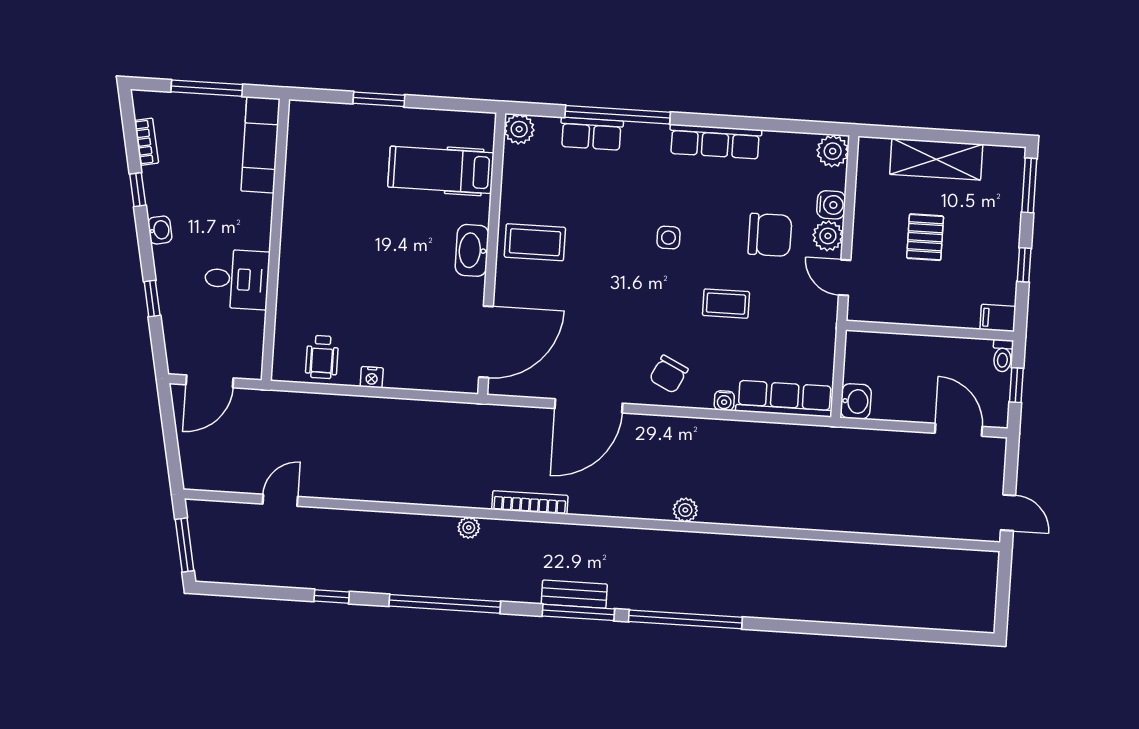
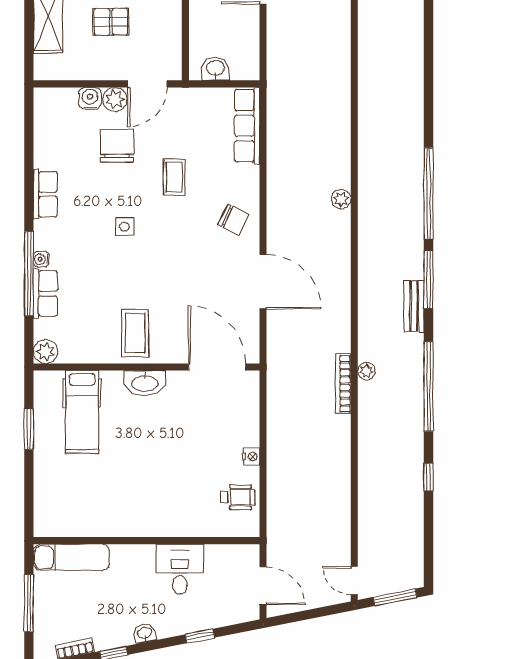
window: (379, 99) -> (29, 429), moved
row of seats: (715, 142) -> (45, 194), width x0.68
plant: (833, 151) -> (47, 100), removed
door: (845, 278) -> (147, 84), width x1.38
water cooler: (724, 401) -> (41, 259), moved, turned 180
washbasin: (856, 401) -> (216, 69), moved
door: (280, 500) -> (354, 580), moved
bookcase: (530, 502) -> (343, 384), moved
bench: (574, 594) -> (414, 306), moved

